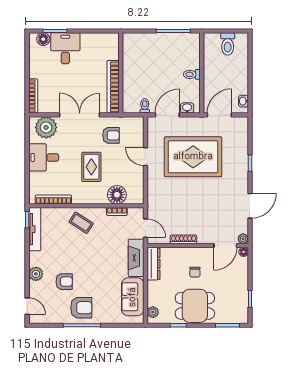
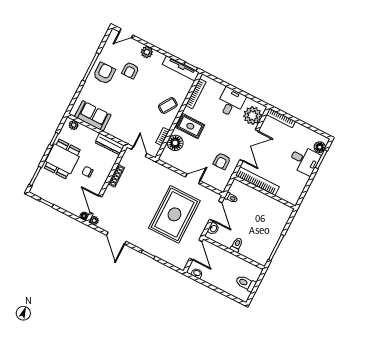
rug: (91, 167) -> (190, 126), moved
door: (145, 228) -> (139, 152), swing flipped
fireplace: (136, 258) -> (121, 133), removed
armchair: (81, 308) -> (104, 73), turned 180

